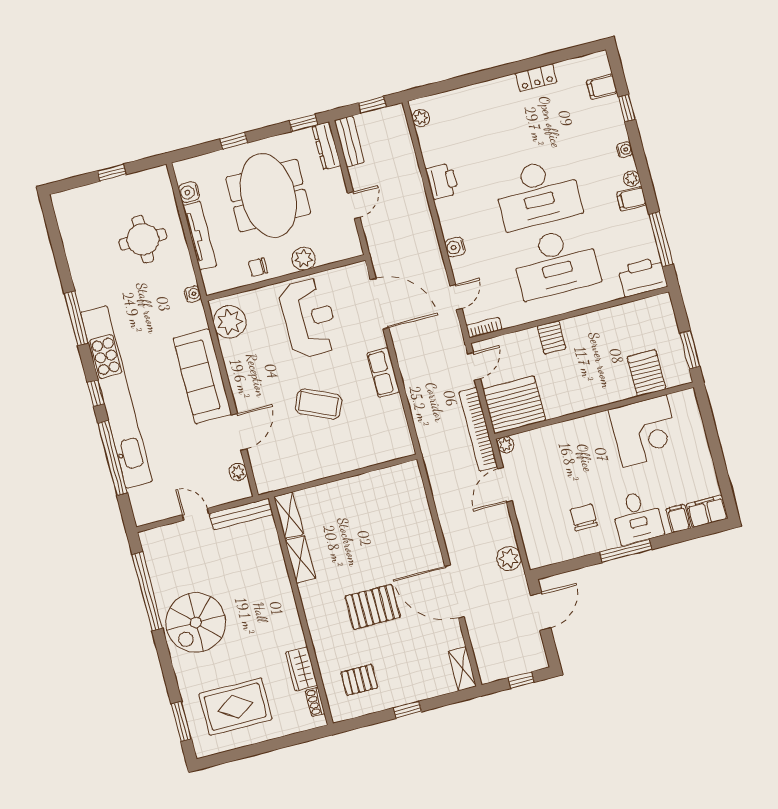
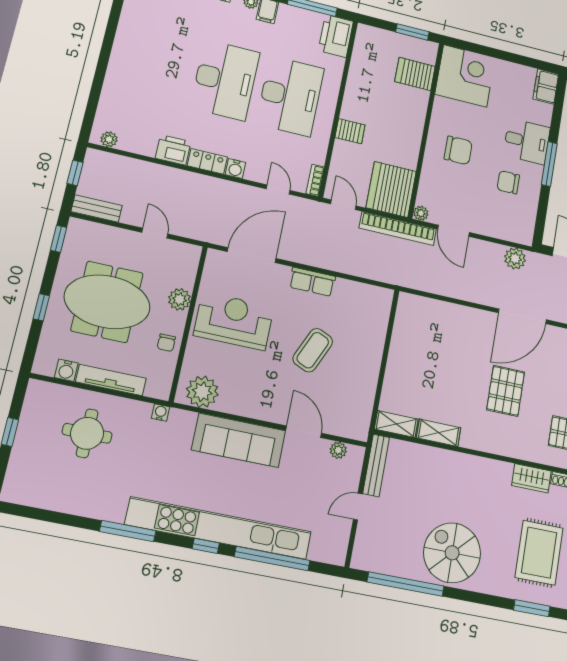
locker: (536, 78) -> (207, 161), moved, turned -90
dresser: (326, 146) -> (90, 230), removed
corner desk: (645, 431) -> (465, 76), moved
chair: (590, 452) -> (458, 150), added
filing cabinet: (678, 518) -> (542, 111), removed
spiral stairs: (196, 623) -> (452, 553), turned 180

